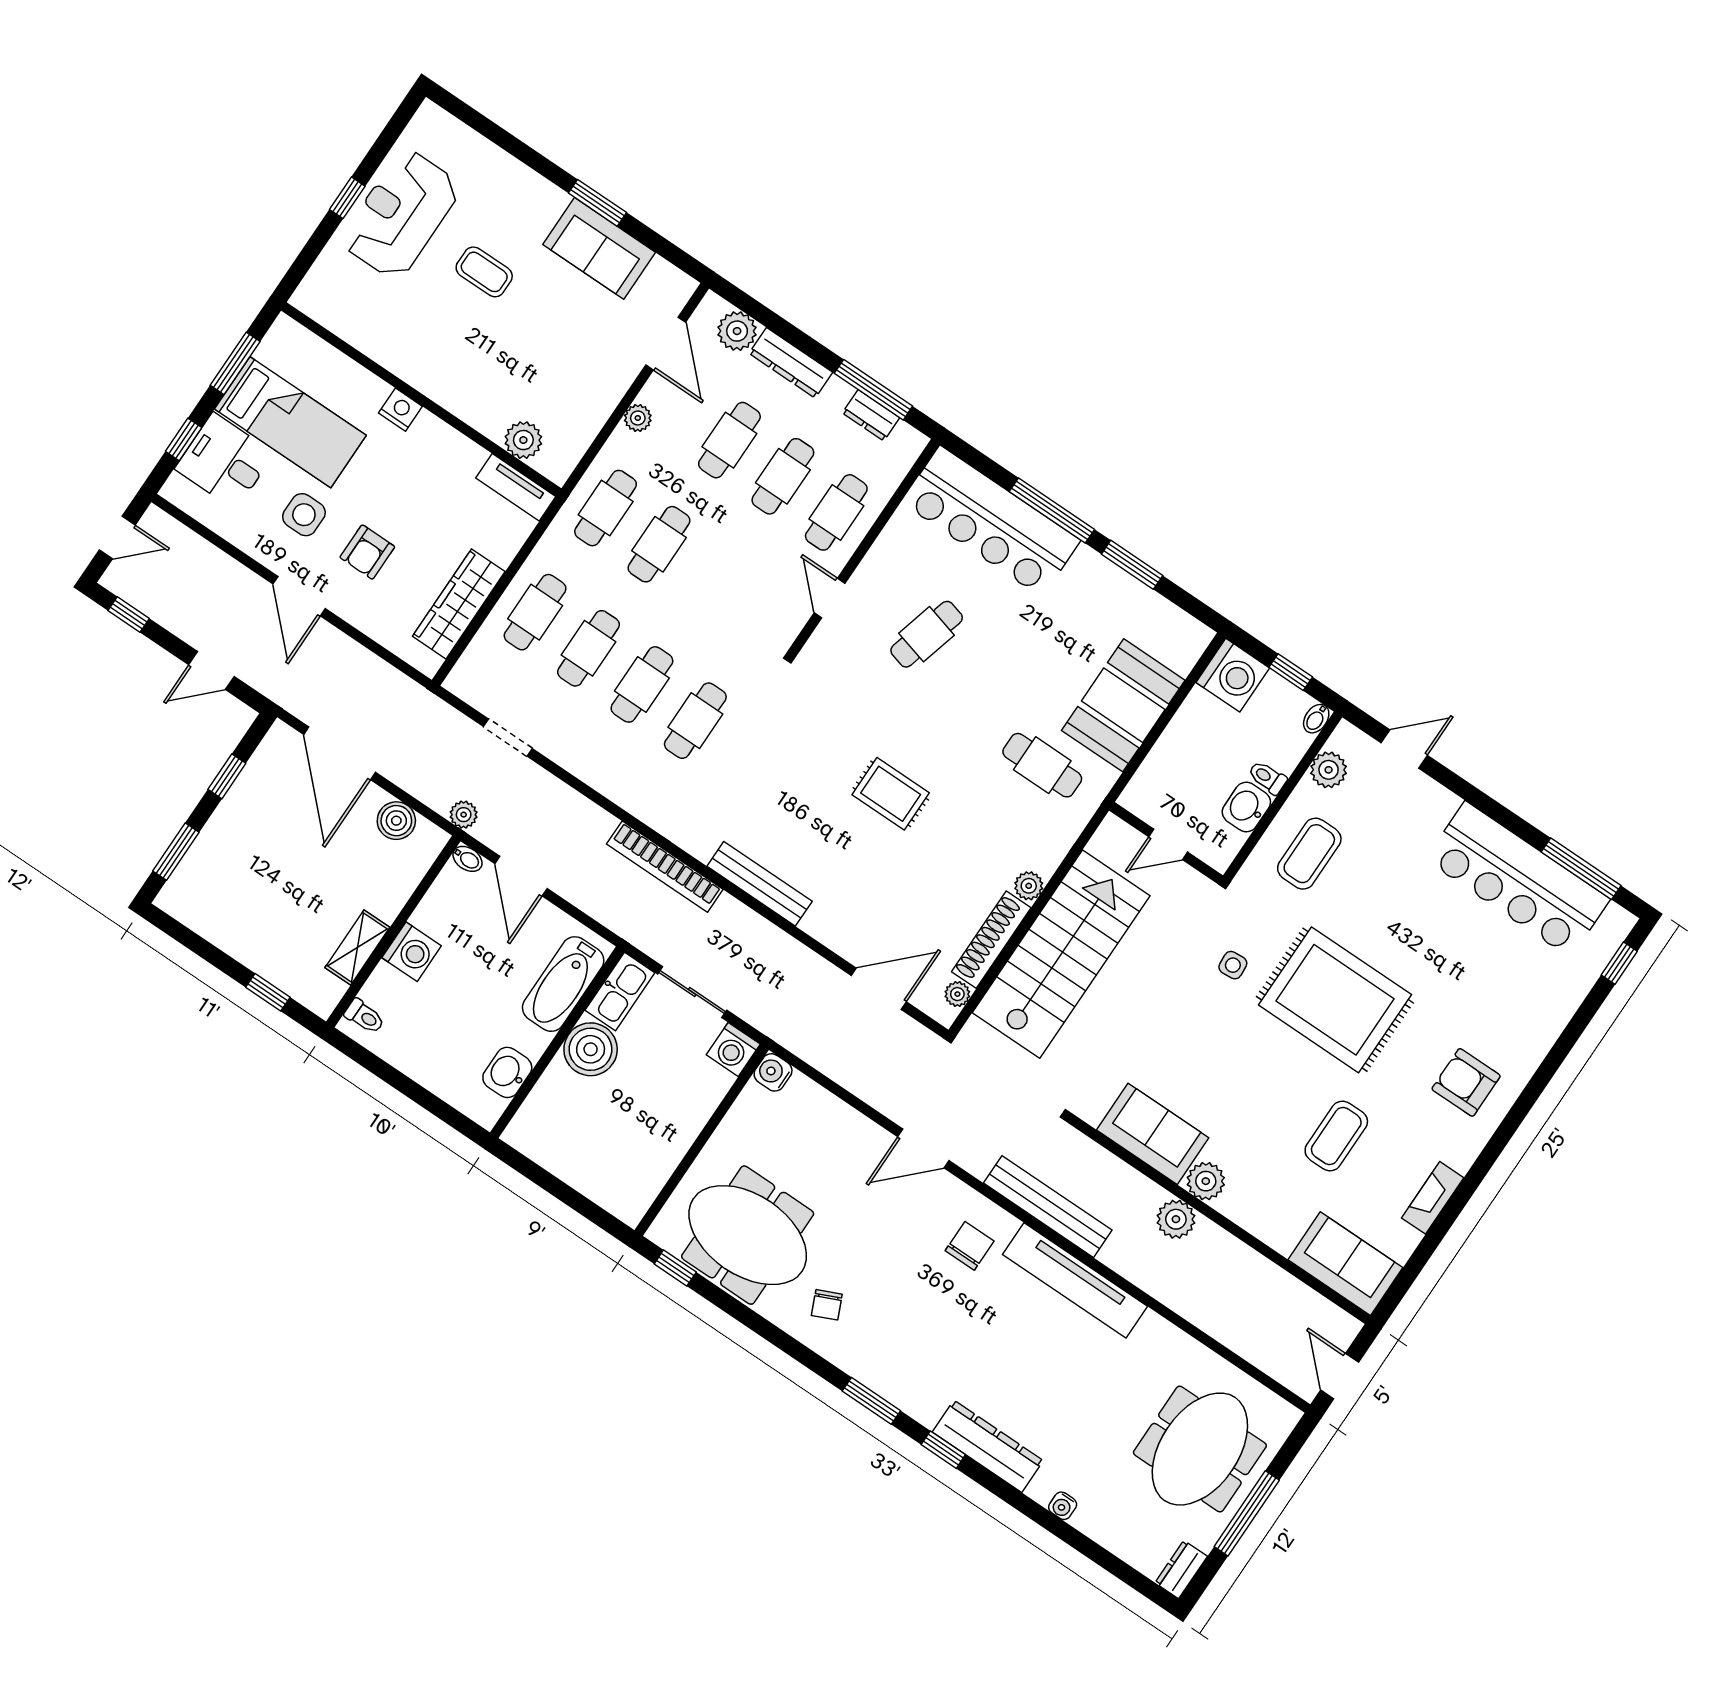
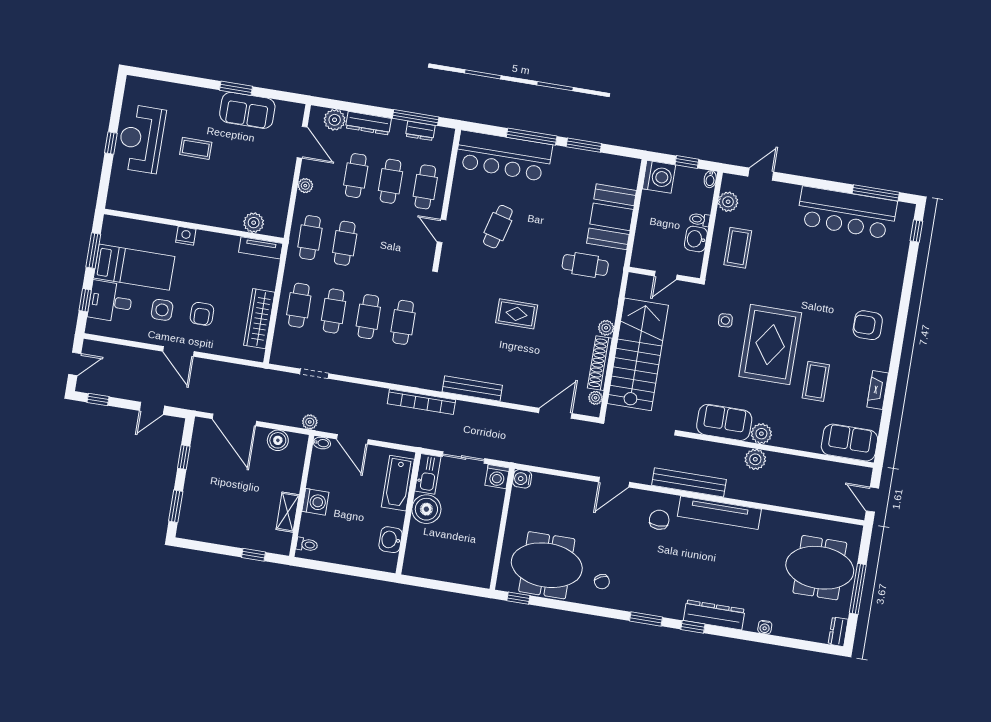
rug: (1335, 1000) -> (770, 345), moved, turned 90
meeting table: (1200, 1449) -> (820, 568), turned 90

